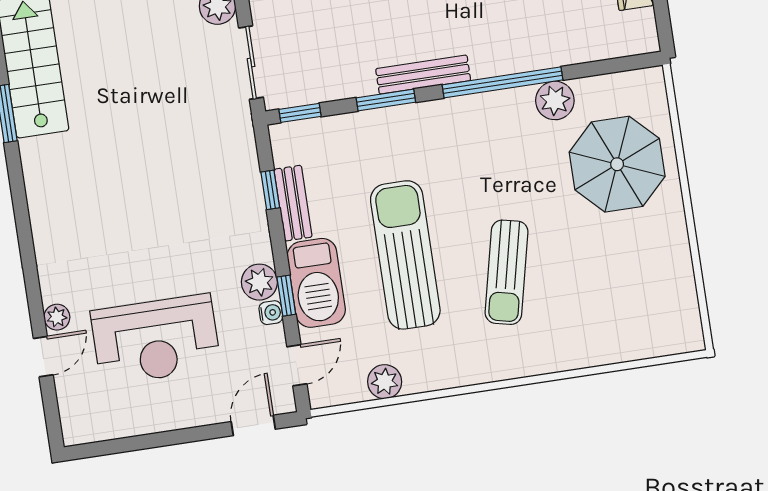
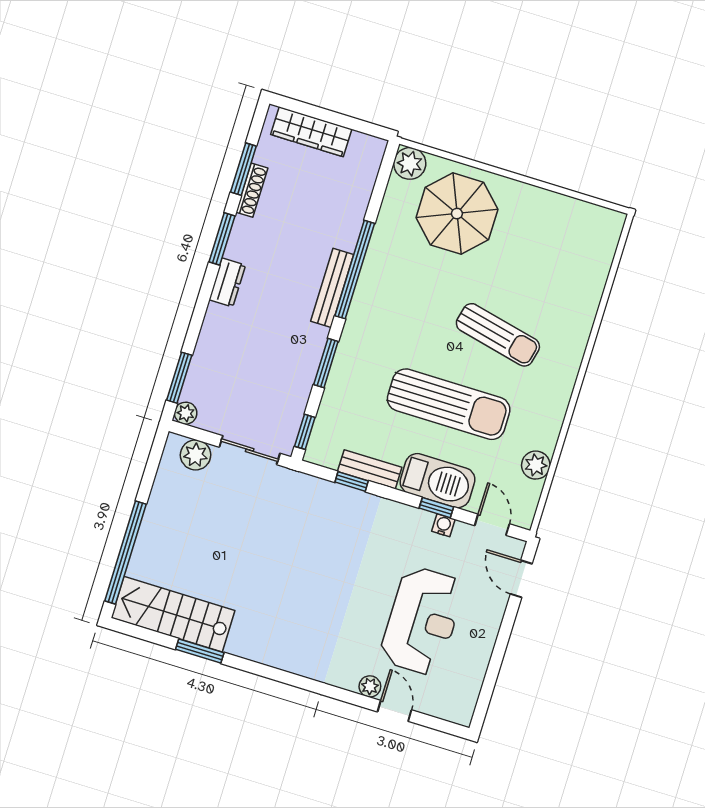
bench: (423, 75) -> (332, 288), moved
plant: (555, 100) -> (410, 163), moved
sun lounger: (405, 255) -> (449, 404), turned 180
plant: (259, 282) -> (416, 523), removed

